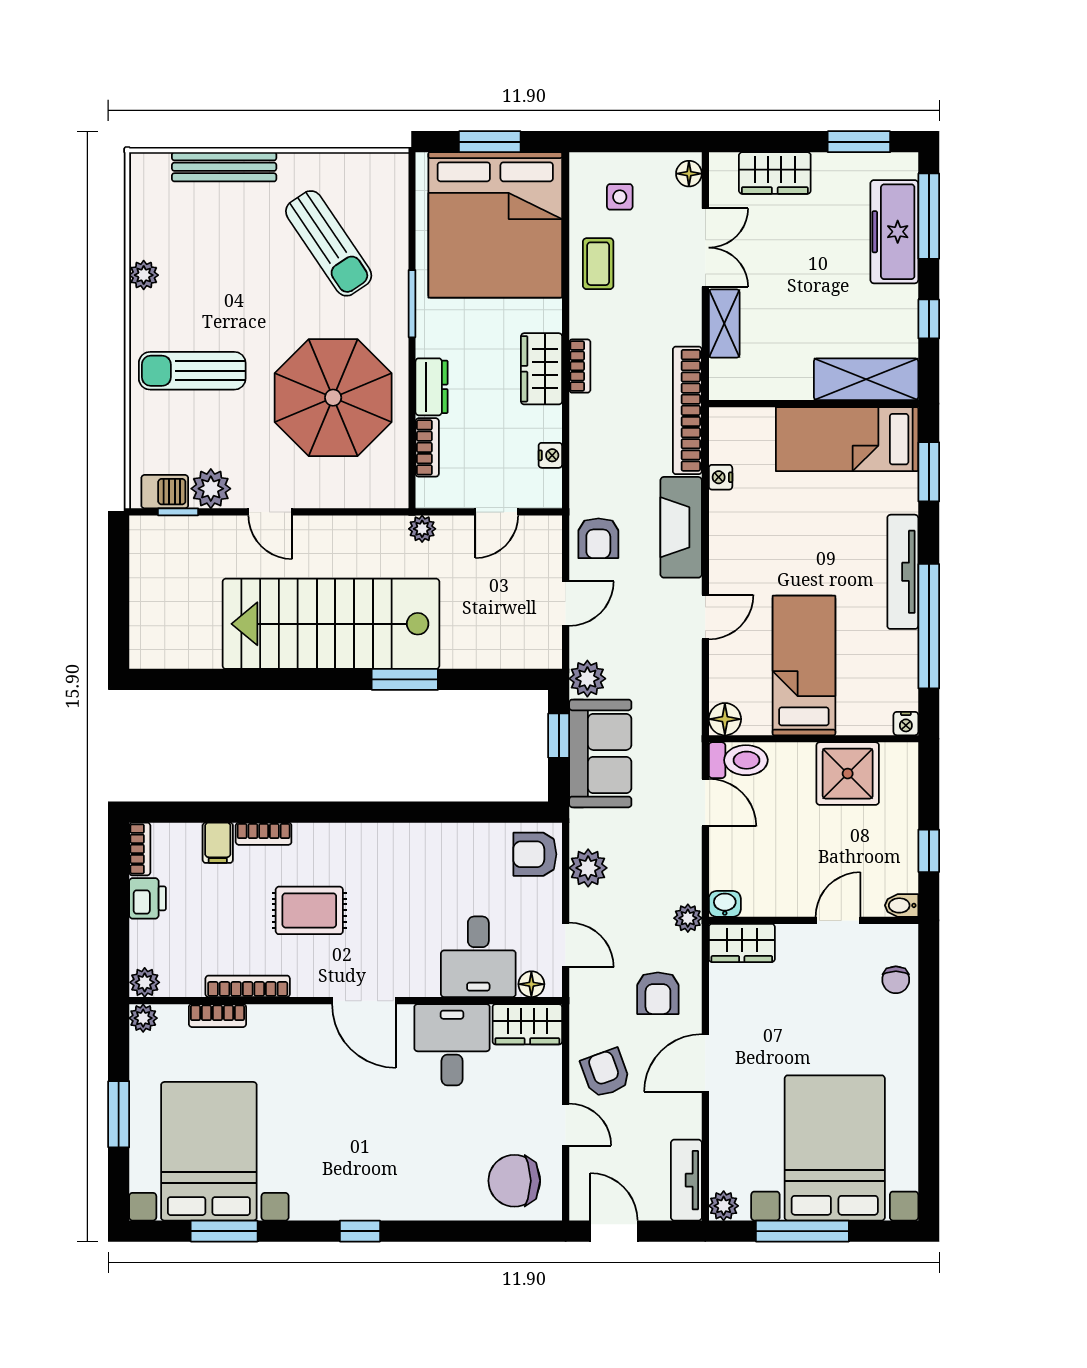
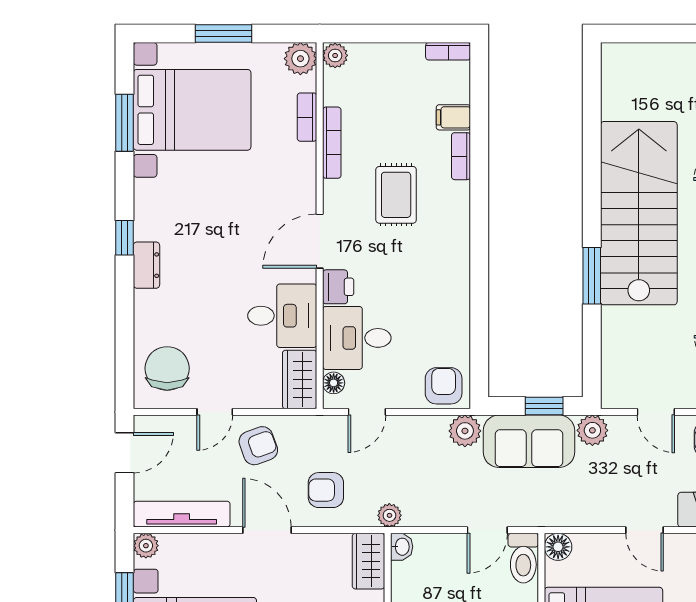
plant: (588, 868) -> (465, 431), moved
printer: (148, 898) -> (338, 287), moved, turned -90
plant: (143, 1018) -> (300, 59), width x1.38, depth x1.38
tv unit: (686, 1180) -> (182, 514), width x1.41
dresser: (392, 1205) -> (146, 265), added

